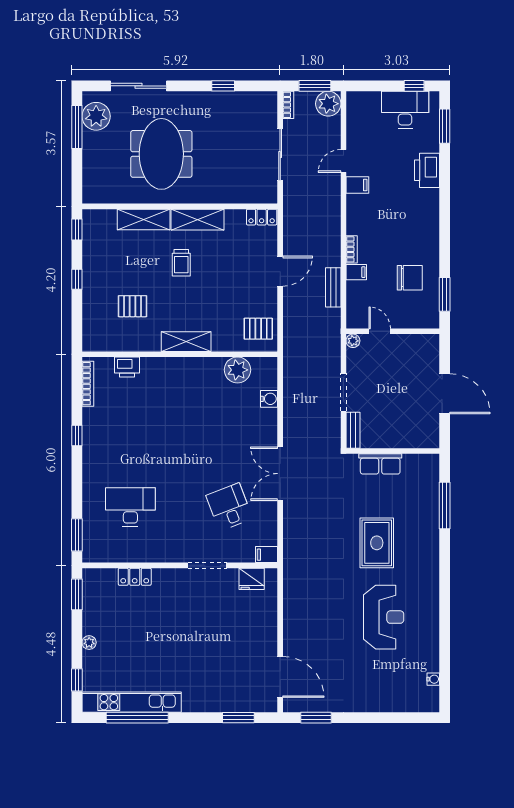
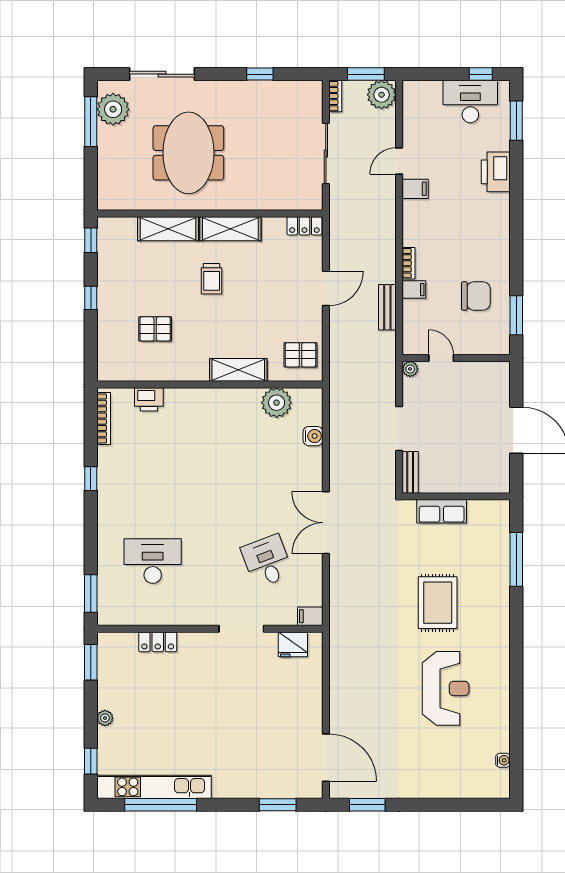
shelving: (186, 342) -> (238, 370), moved

